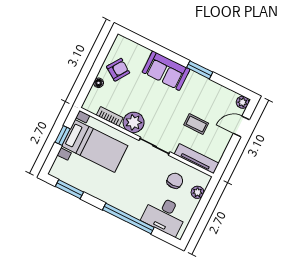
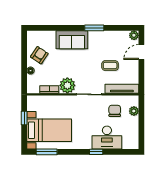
bed with nightstands: (95, 146) -> (49, 130), moved
desk: (165, 215) -> (107, 138), moved
window: (128, 219) -> (96, 152), width x0.32

